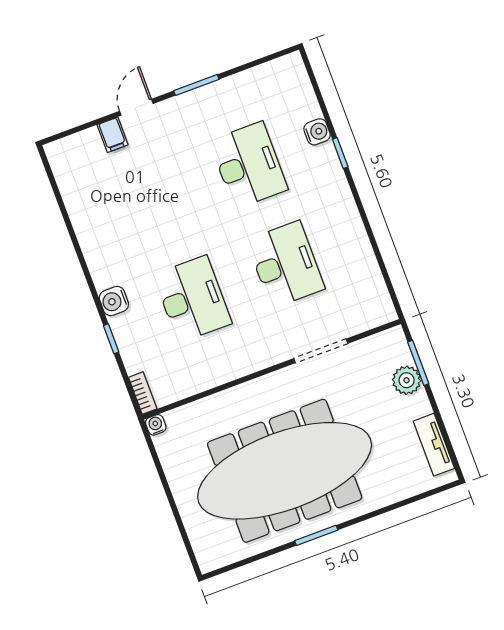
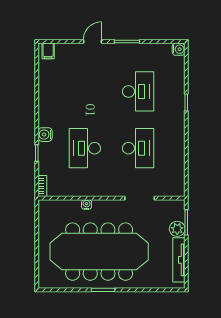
water cooler: (317, 132) -> (179, 49), moved
filing cabinet: (113, 135) -> (48, 51), moved
desk: (192, 299) -> (85, 148), turned 180
water cooler: (156, 425) -> (87, 204), moved
tv unit: (434, 445) -> (179, 260), width x1.41

